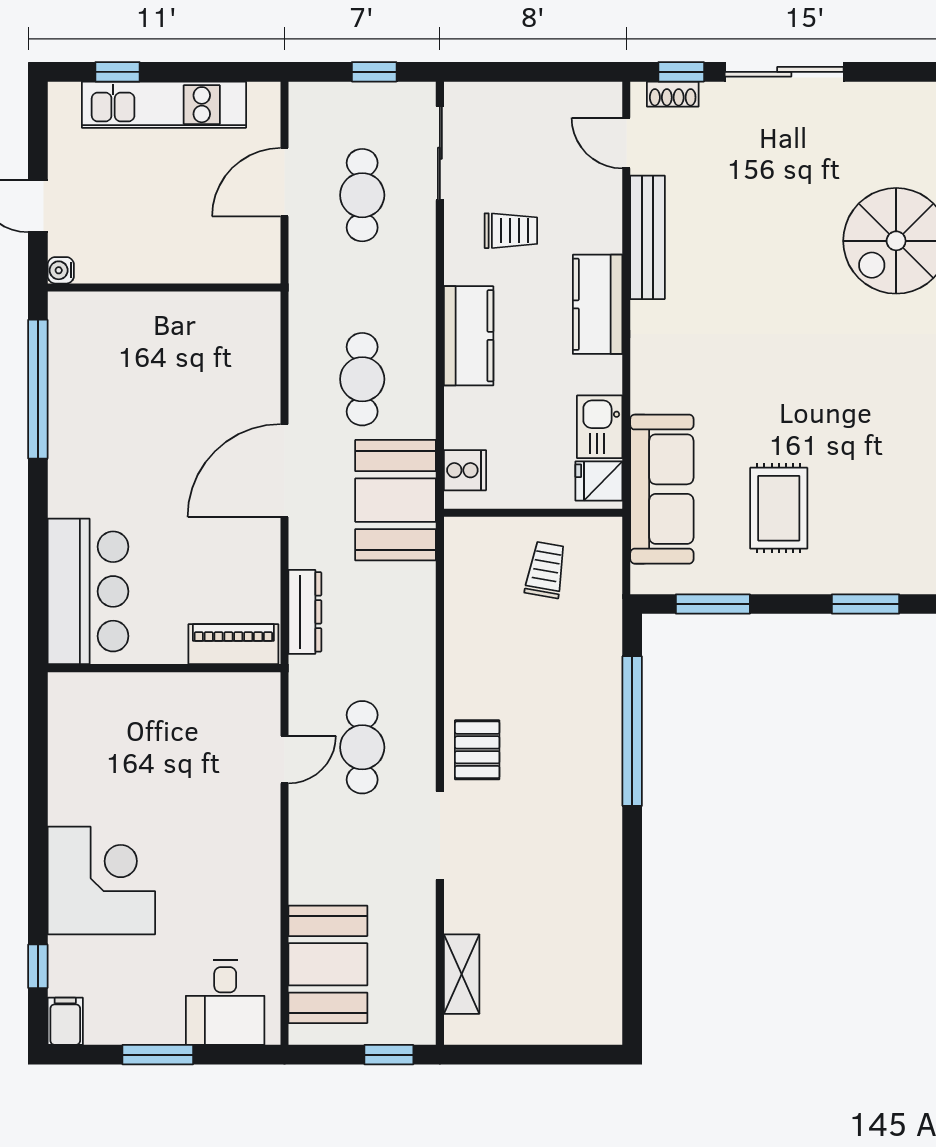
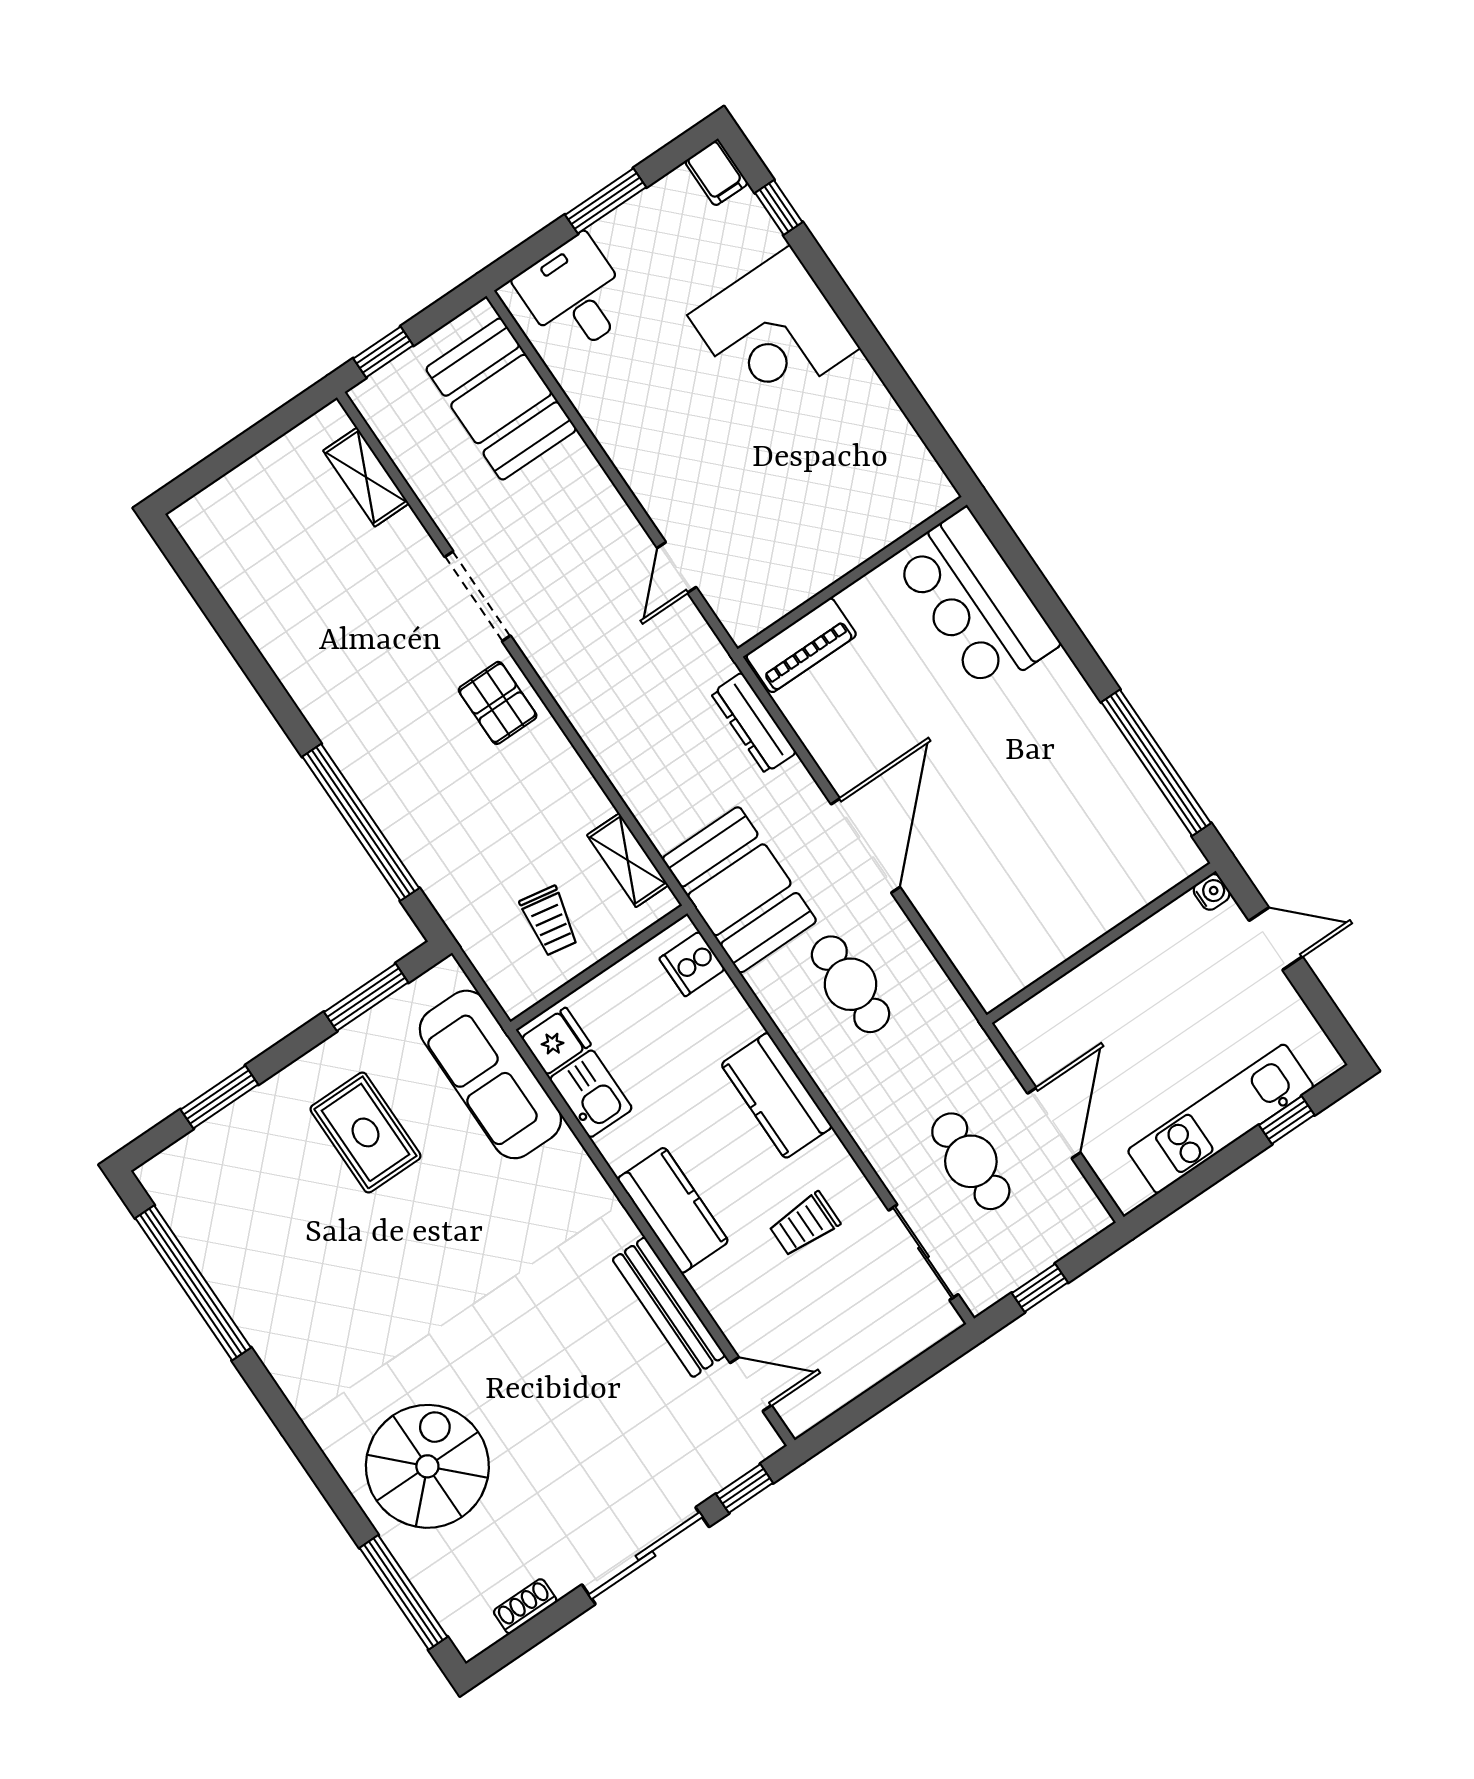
shoe rack: (673, 94) -> (525, 1606), moved
shelving: (461, 575) -> (628, 860), added
cafe table: (362, 747) -> (610, 630), removed

